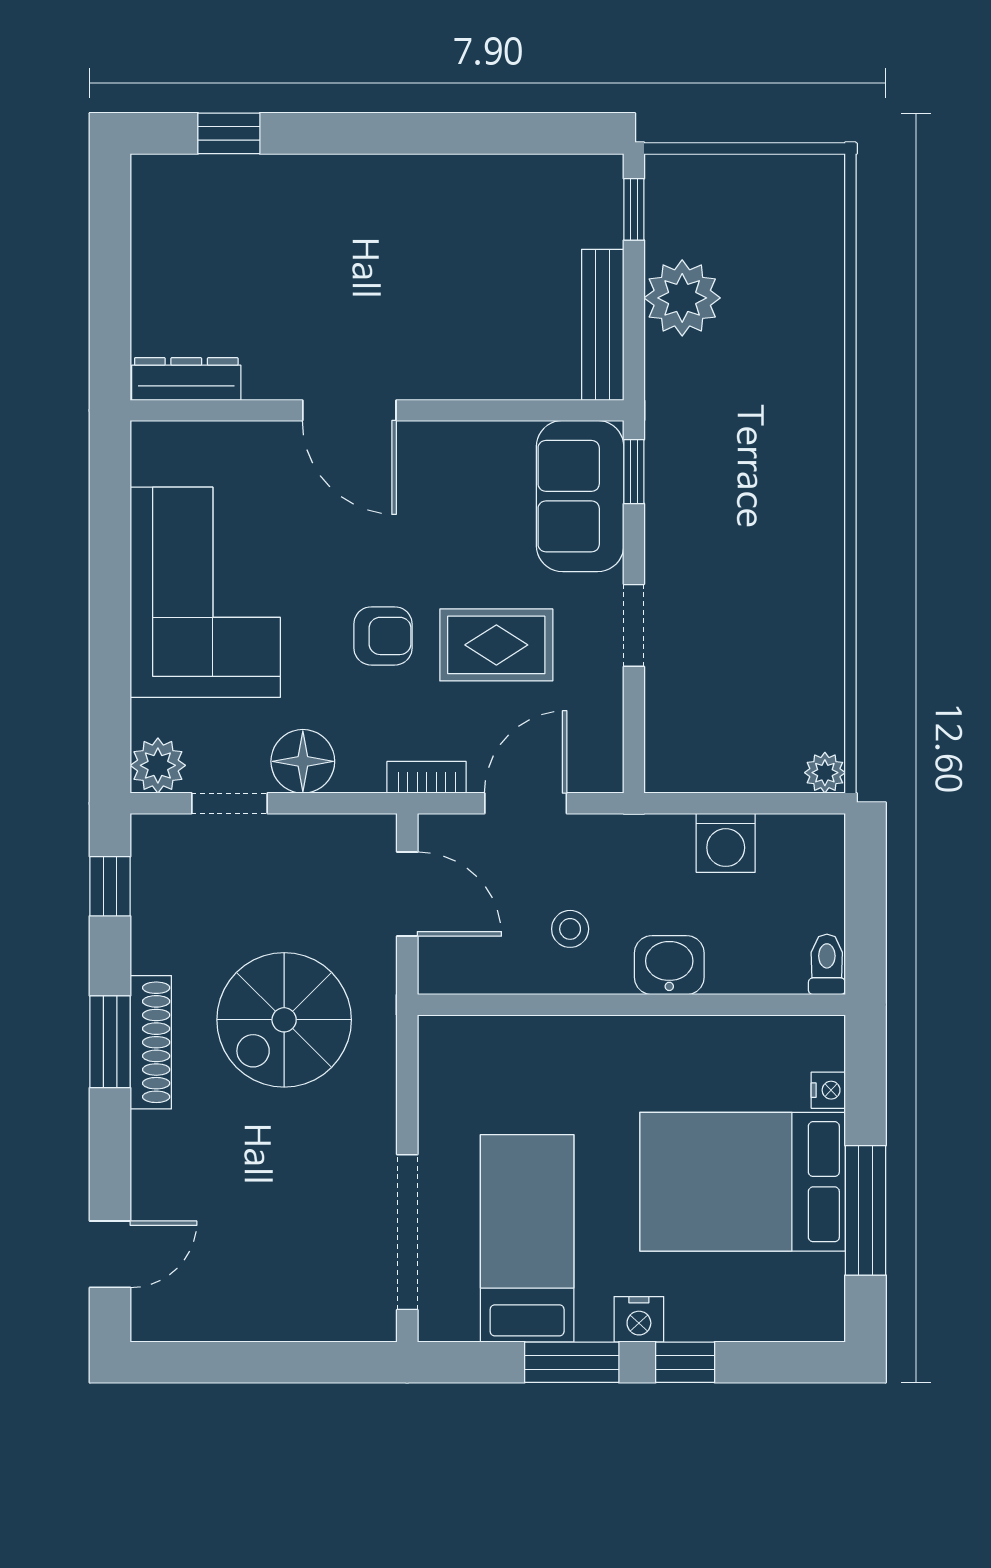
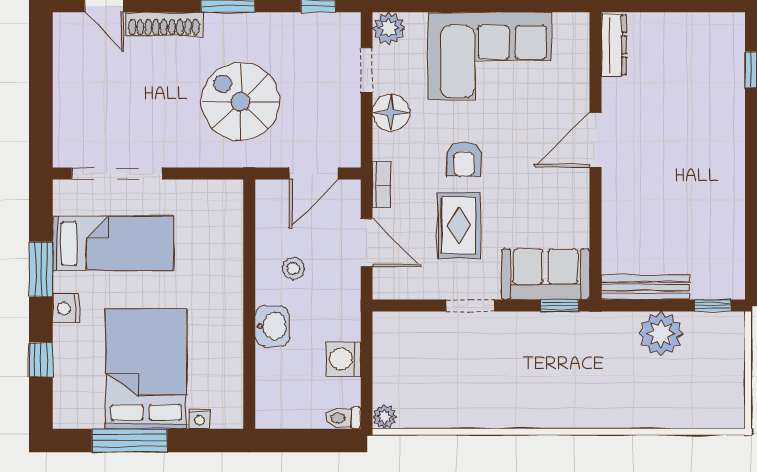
toilet: (827, 964) -> (343, 418), moved, turned 180
shoe rack: (151, 1042) -> (164, 24), moved
window: (685, 1362) -> (41, 360), moved

